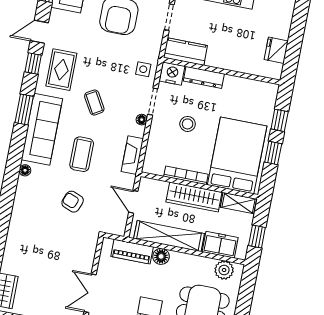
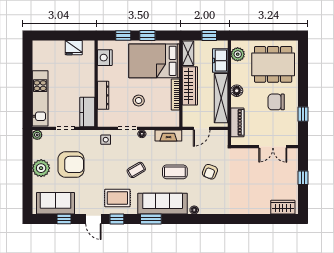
nightstand: (172, 74) -> (105, 58), moved
floor lamp: (161, 256) -> (237, 91), moved

